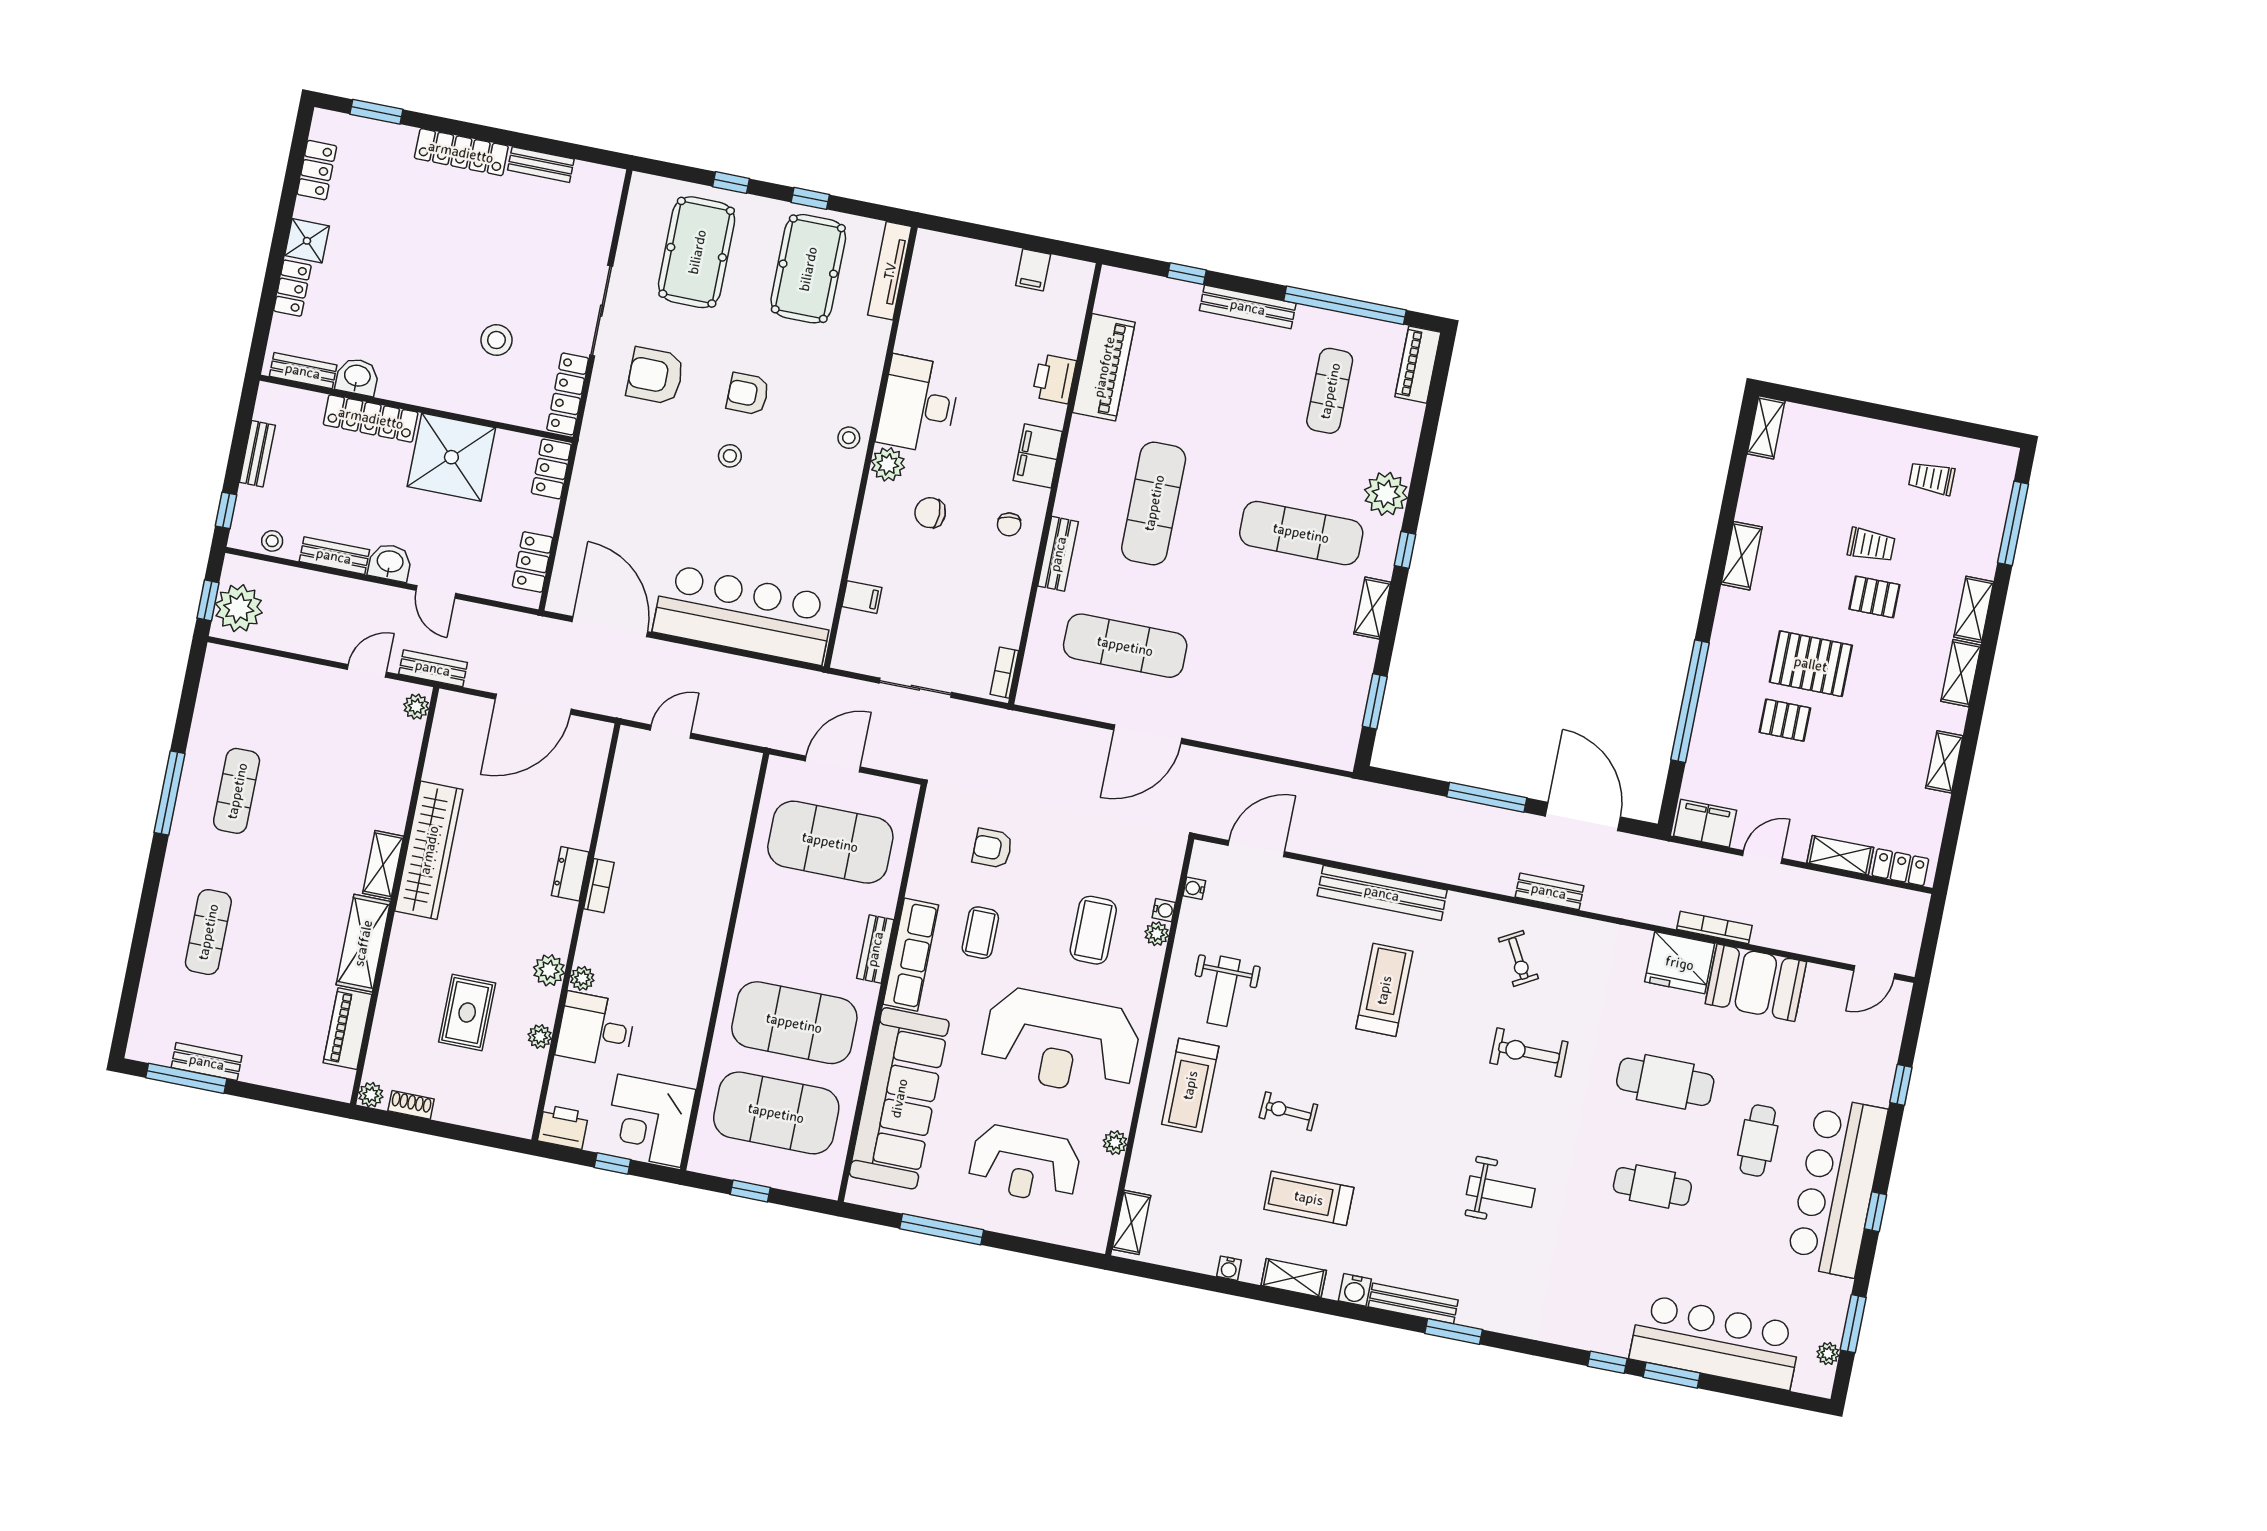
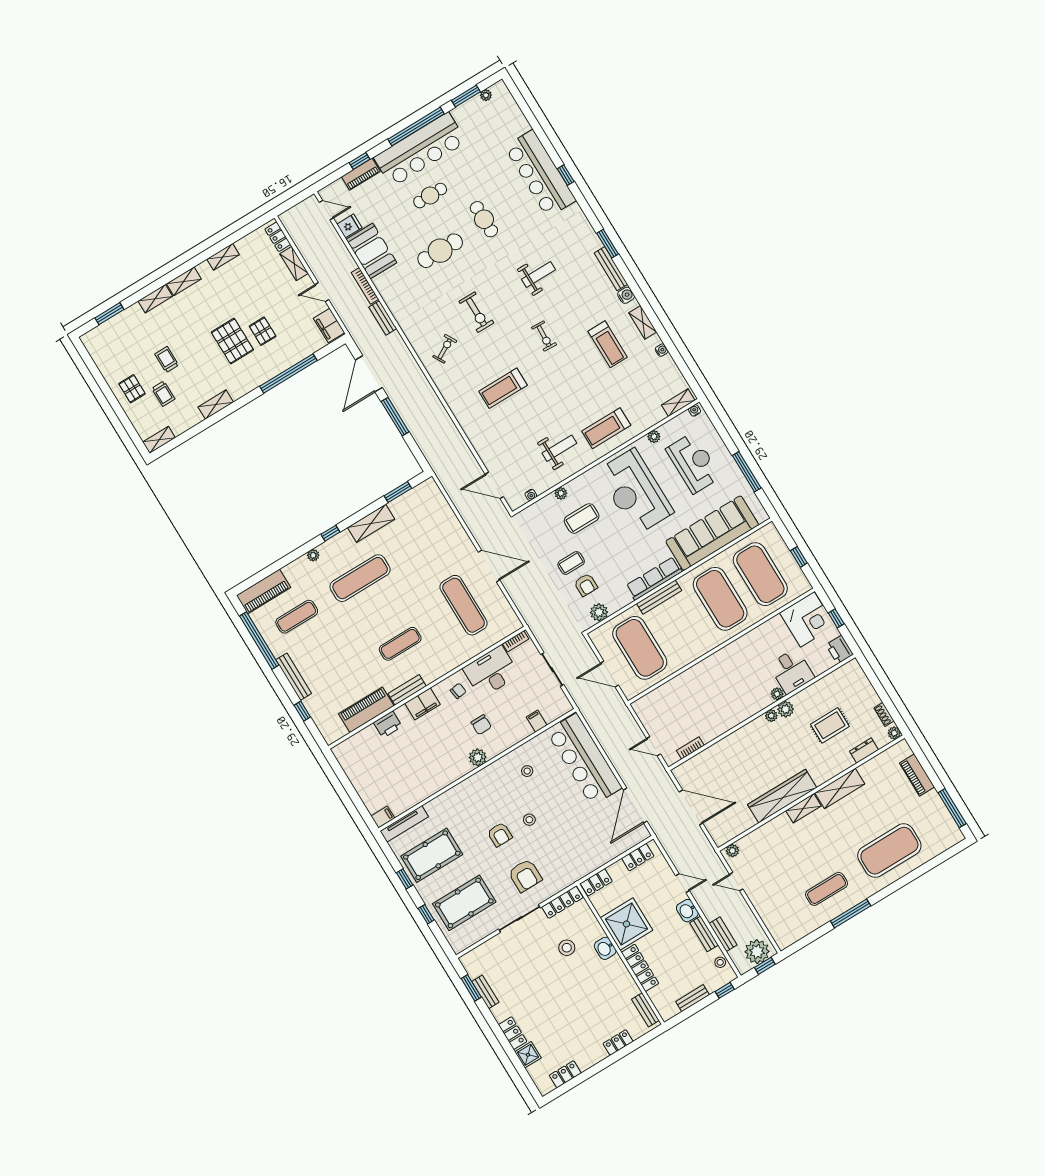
window: (376, 112) -> (471, 988), moved
locker: (461, 152) -> (513, 1033), width x0.66
shower: (307, 241) -> (528, 1055), moved
filing cabinet: (1033, 270) -> (383, 817), moved
piano: (1418, 365) -> (263, 591), width x1.37, depth x1.33
washbasin: (357, 377) -> (605, 948), moved
desk: (919, 404) -> (491, 672), moved, turned 180
stool: (849, 438) -> (527, 771), moved
trolley: (1932, 478) -> (163, 394), moved
plant: (1386, 494) -> (313, 555), width x0.53, depth x0.53
exercise mat: (1154, 503) -> (400, 644), width x0.73, depth x0.69
window: (2013, 523) -> (109, 314), width x0.69
exercise mat: (1301, 533) -> (360, 578), turned 90
bench: (1058, 554) -> (407, 690), moved
door: (436, 592) -> (683, 883), hinge flipped
pallet: (1874, 597) -> (132, 389), moved
shelving: (1372, 608) -> (371, 523), width x1.50, depth x1.33
bench: (433, 668) -> (723, 934), moved
plant: (935, 831) -> (599, 612), added
dresser: (570, 874) -> (864, 751), moved, turned 180
bookcase: (599, 886) -> (690, 748), moved
bench: (1549, 891) -> (383, 318), moved
bench: (1382, 893) -> (467, 423), removed
water cooler: (1164, 910) -> (695, 410), moved
exercise mat: (208, 932) -> (889, 851), width x2.00, depth x1.45
coffee table: (980, 933) -> (571, 563), moved
bench: (875, 949) -> (659, 597), width x1.36
fridge: (1680, 963) -> (349, 226), moved, width x0.53, depth x0.75
piano: (348, 1029) -> (917, 775), moved, turned 90
plant: (540, 1036) -> (771, 716), moved
reception desk: (1061, 1042) -> (635, 492), turned 180
bench: (207, 1062) -> (939, 806), removed
piano: (1880, 1069) -> (361, 174), added
cafe table: (1665, 1082) -> (440, 251), turned 90
treadmill: (1190, 1085) -> (606, 428), turned 180
exercise bike: (1288, 1111) -> (544, 336), moved
weight bench: (1501, 1192) -> (539, 274), turned 90
window: (1876, 1212) -> (416, 127), width x3.17
bar counter: (1716, 1342) -> (540, 174), moved
window: (1672, 1375) -> (548, 146), removed

